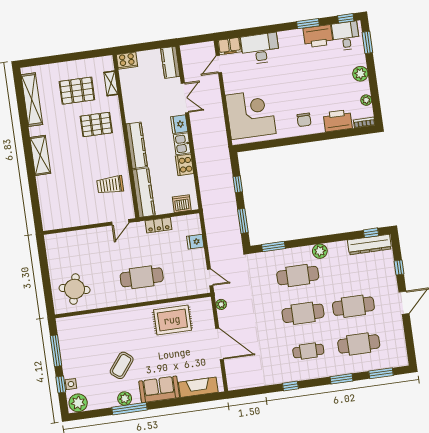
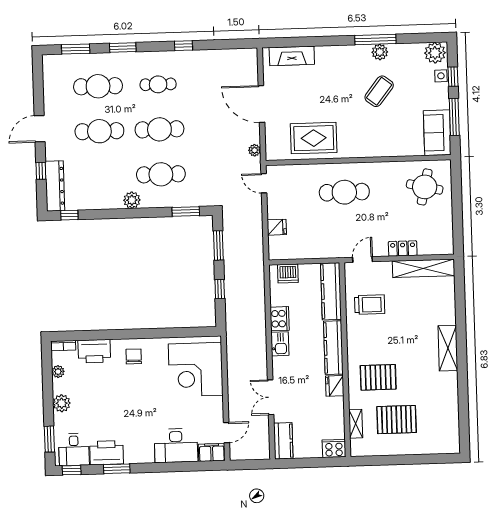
shelving: (32, 100) -> (423, 268), moved, turned 90
fridge: (179, 124) -> (335, 386), moved, turned 180
locker: (158, 225) -> (403, 248), moved
dresser: (369, 245) -> (55, 186), moved, turned 90
sofa: (159, 389) -> (437, 133), moved, turned 90

